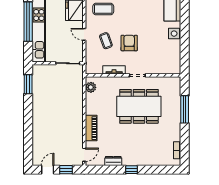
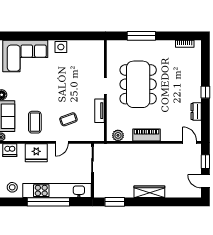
armchair: (129, 43) -> (71, 95), removed
wardrobe: (38, 117) -> (149, 192), added
piano: (91, 128) -> (146, 135), moved

